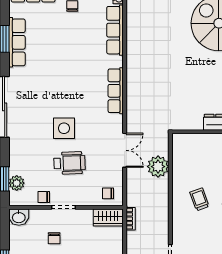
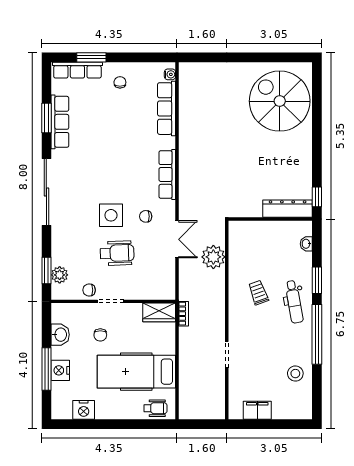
chair: (108, 193) -> (146, 216), moved
washbasin: (19, 217) -> (60, 335), moved, turned -90

